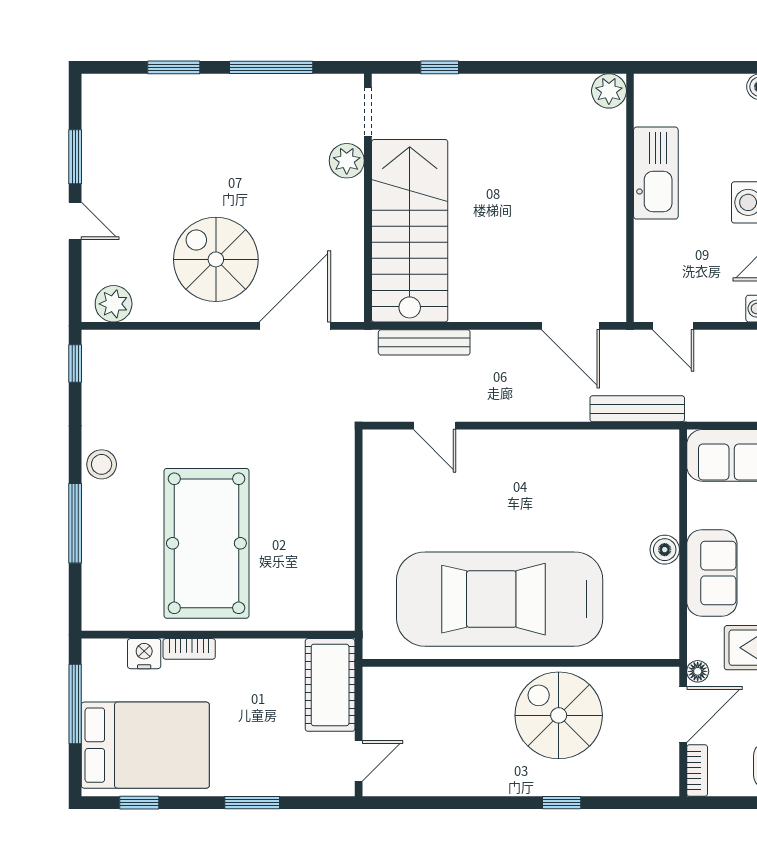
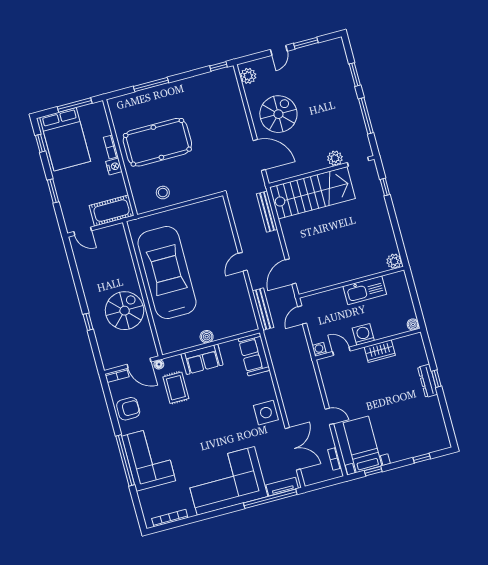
door: (435, 426) -> (243, 262), moved
stool: (102, 464) -> (163, 193), moved
nightstand: (144, 654) -> (114, 167), moved

